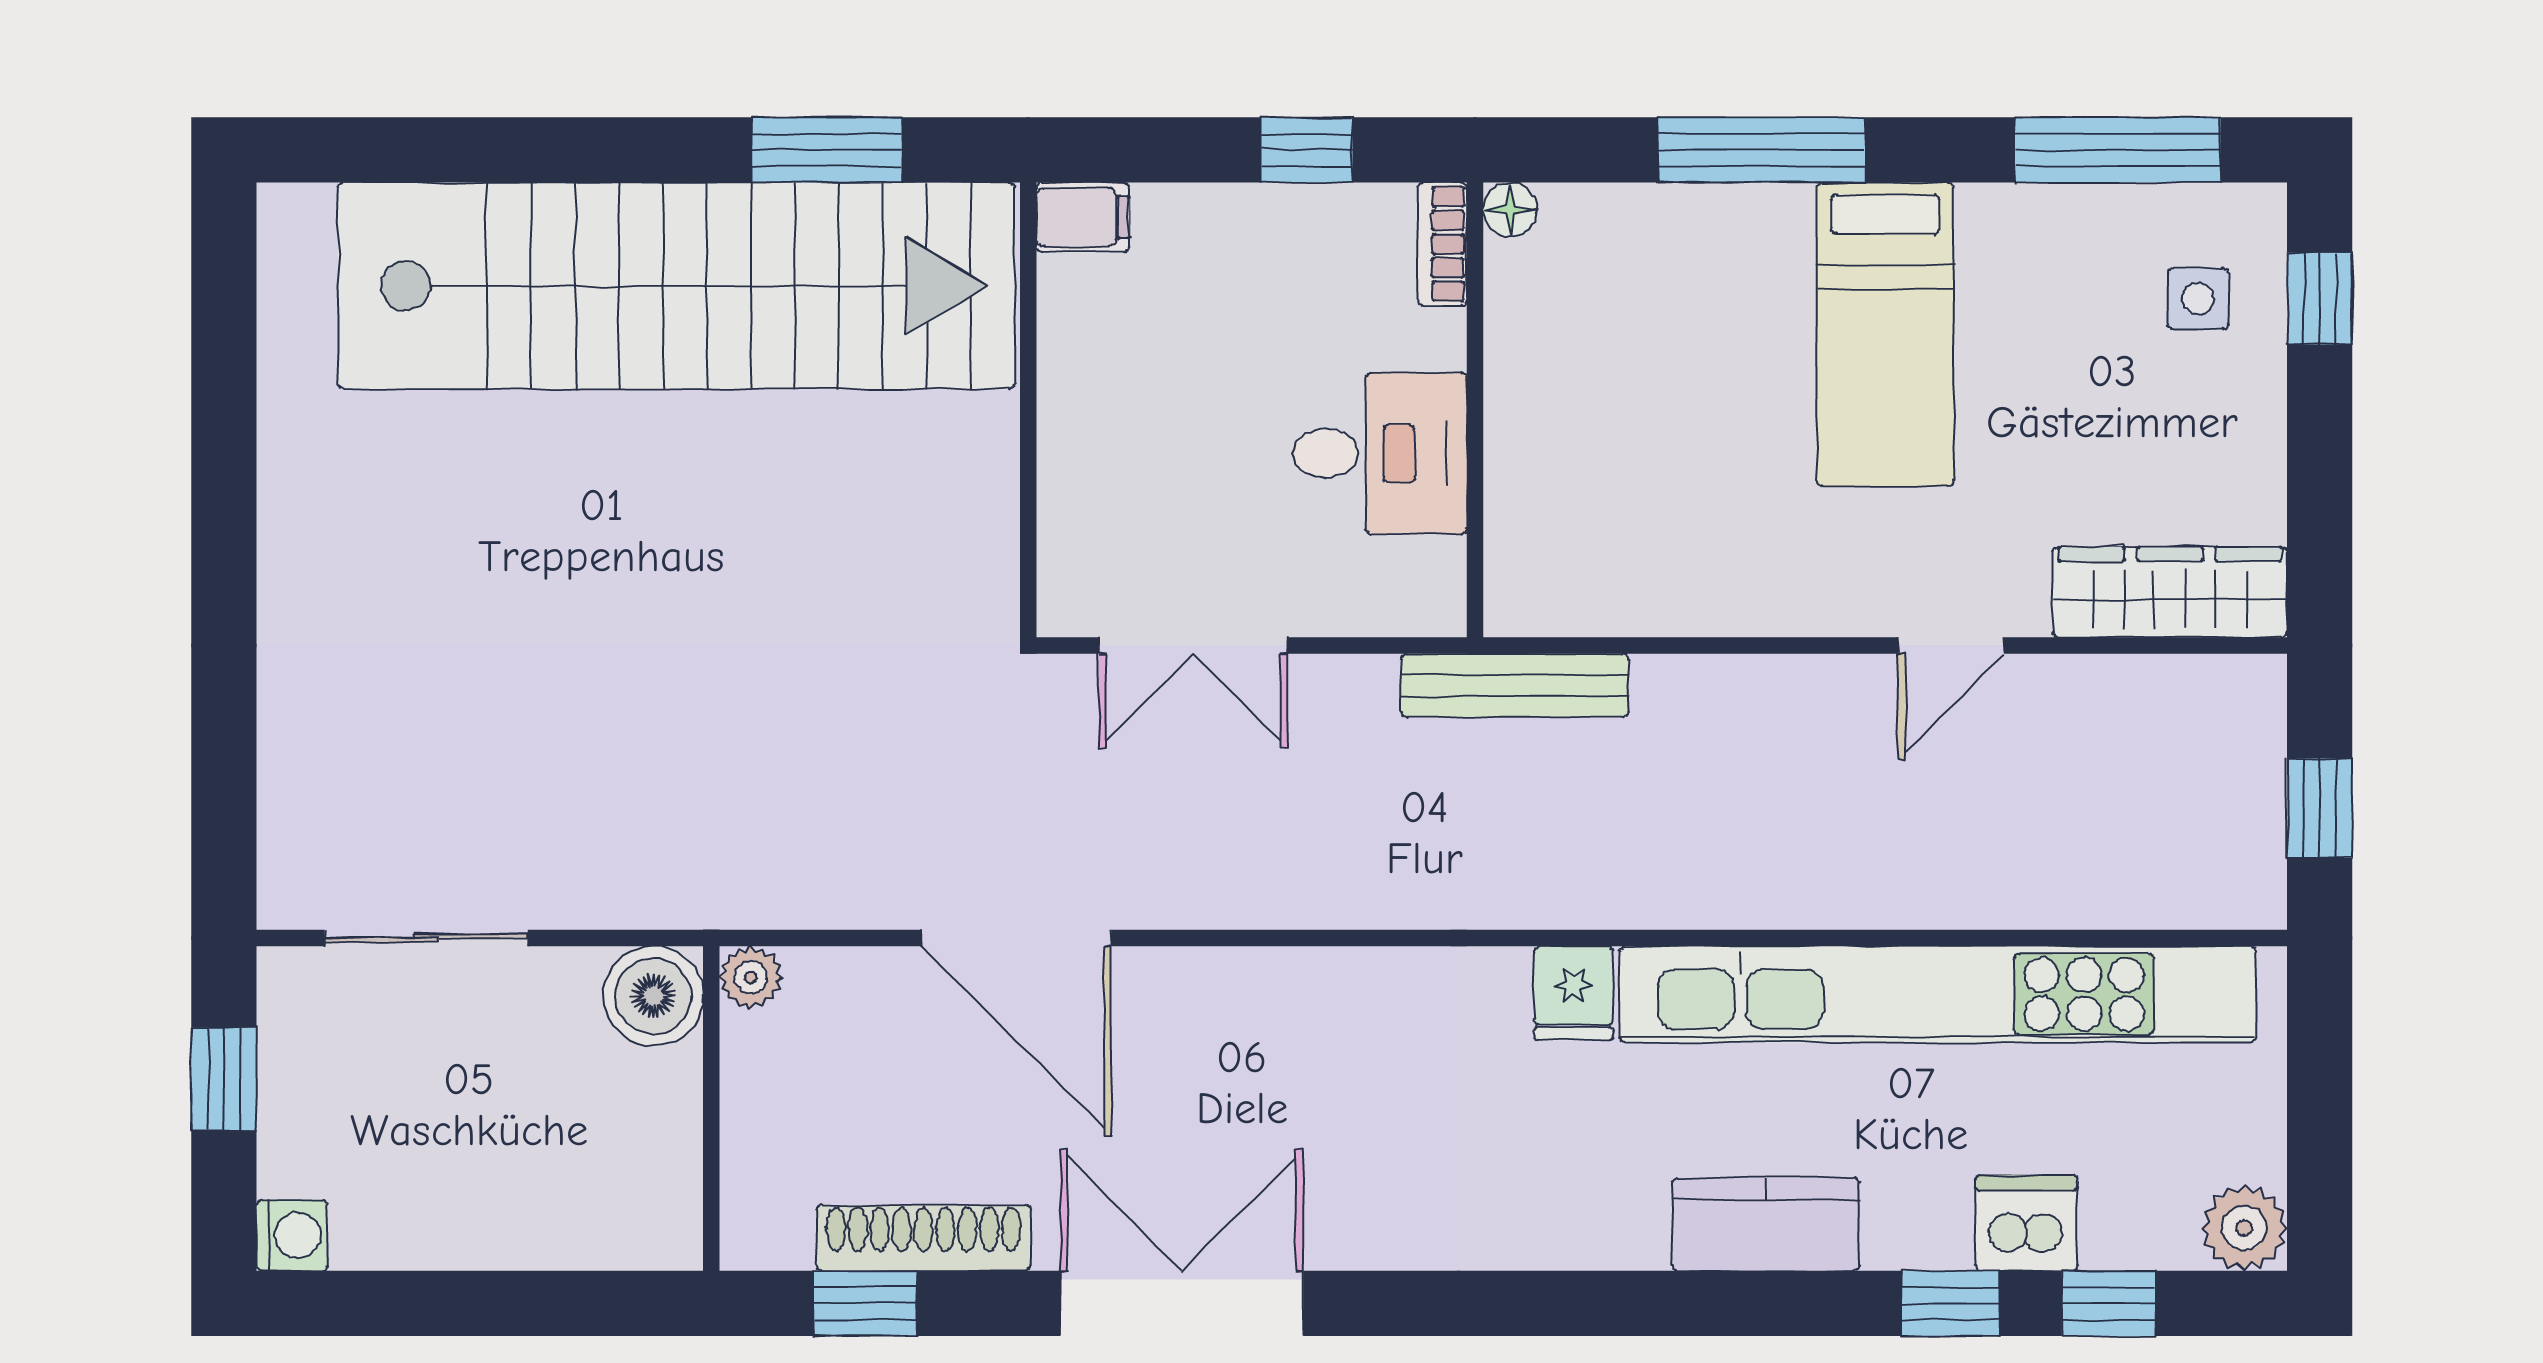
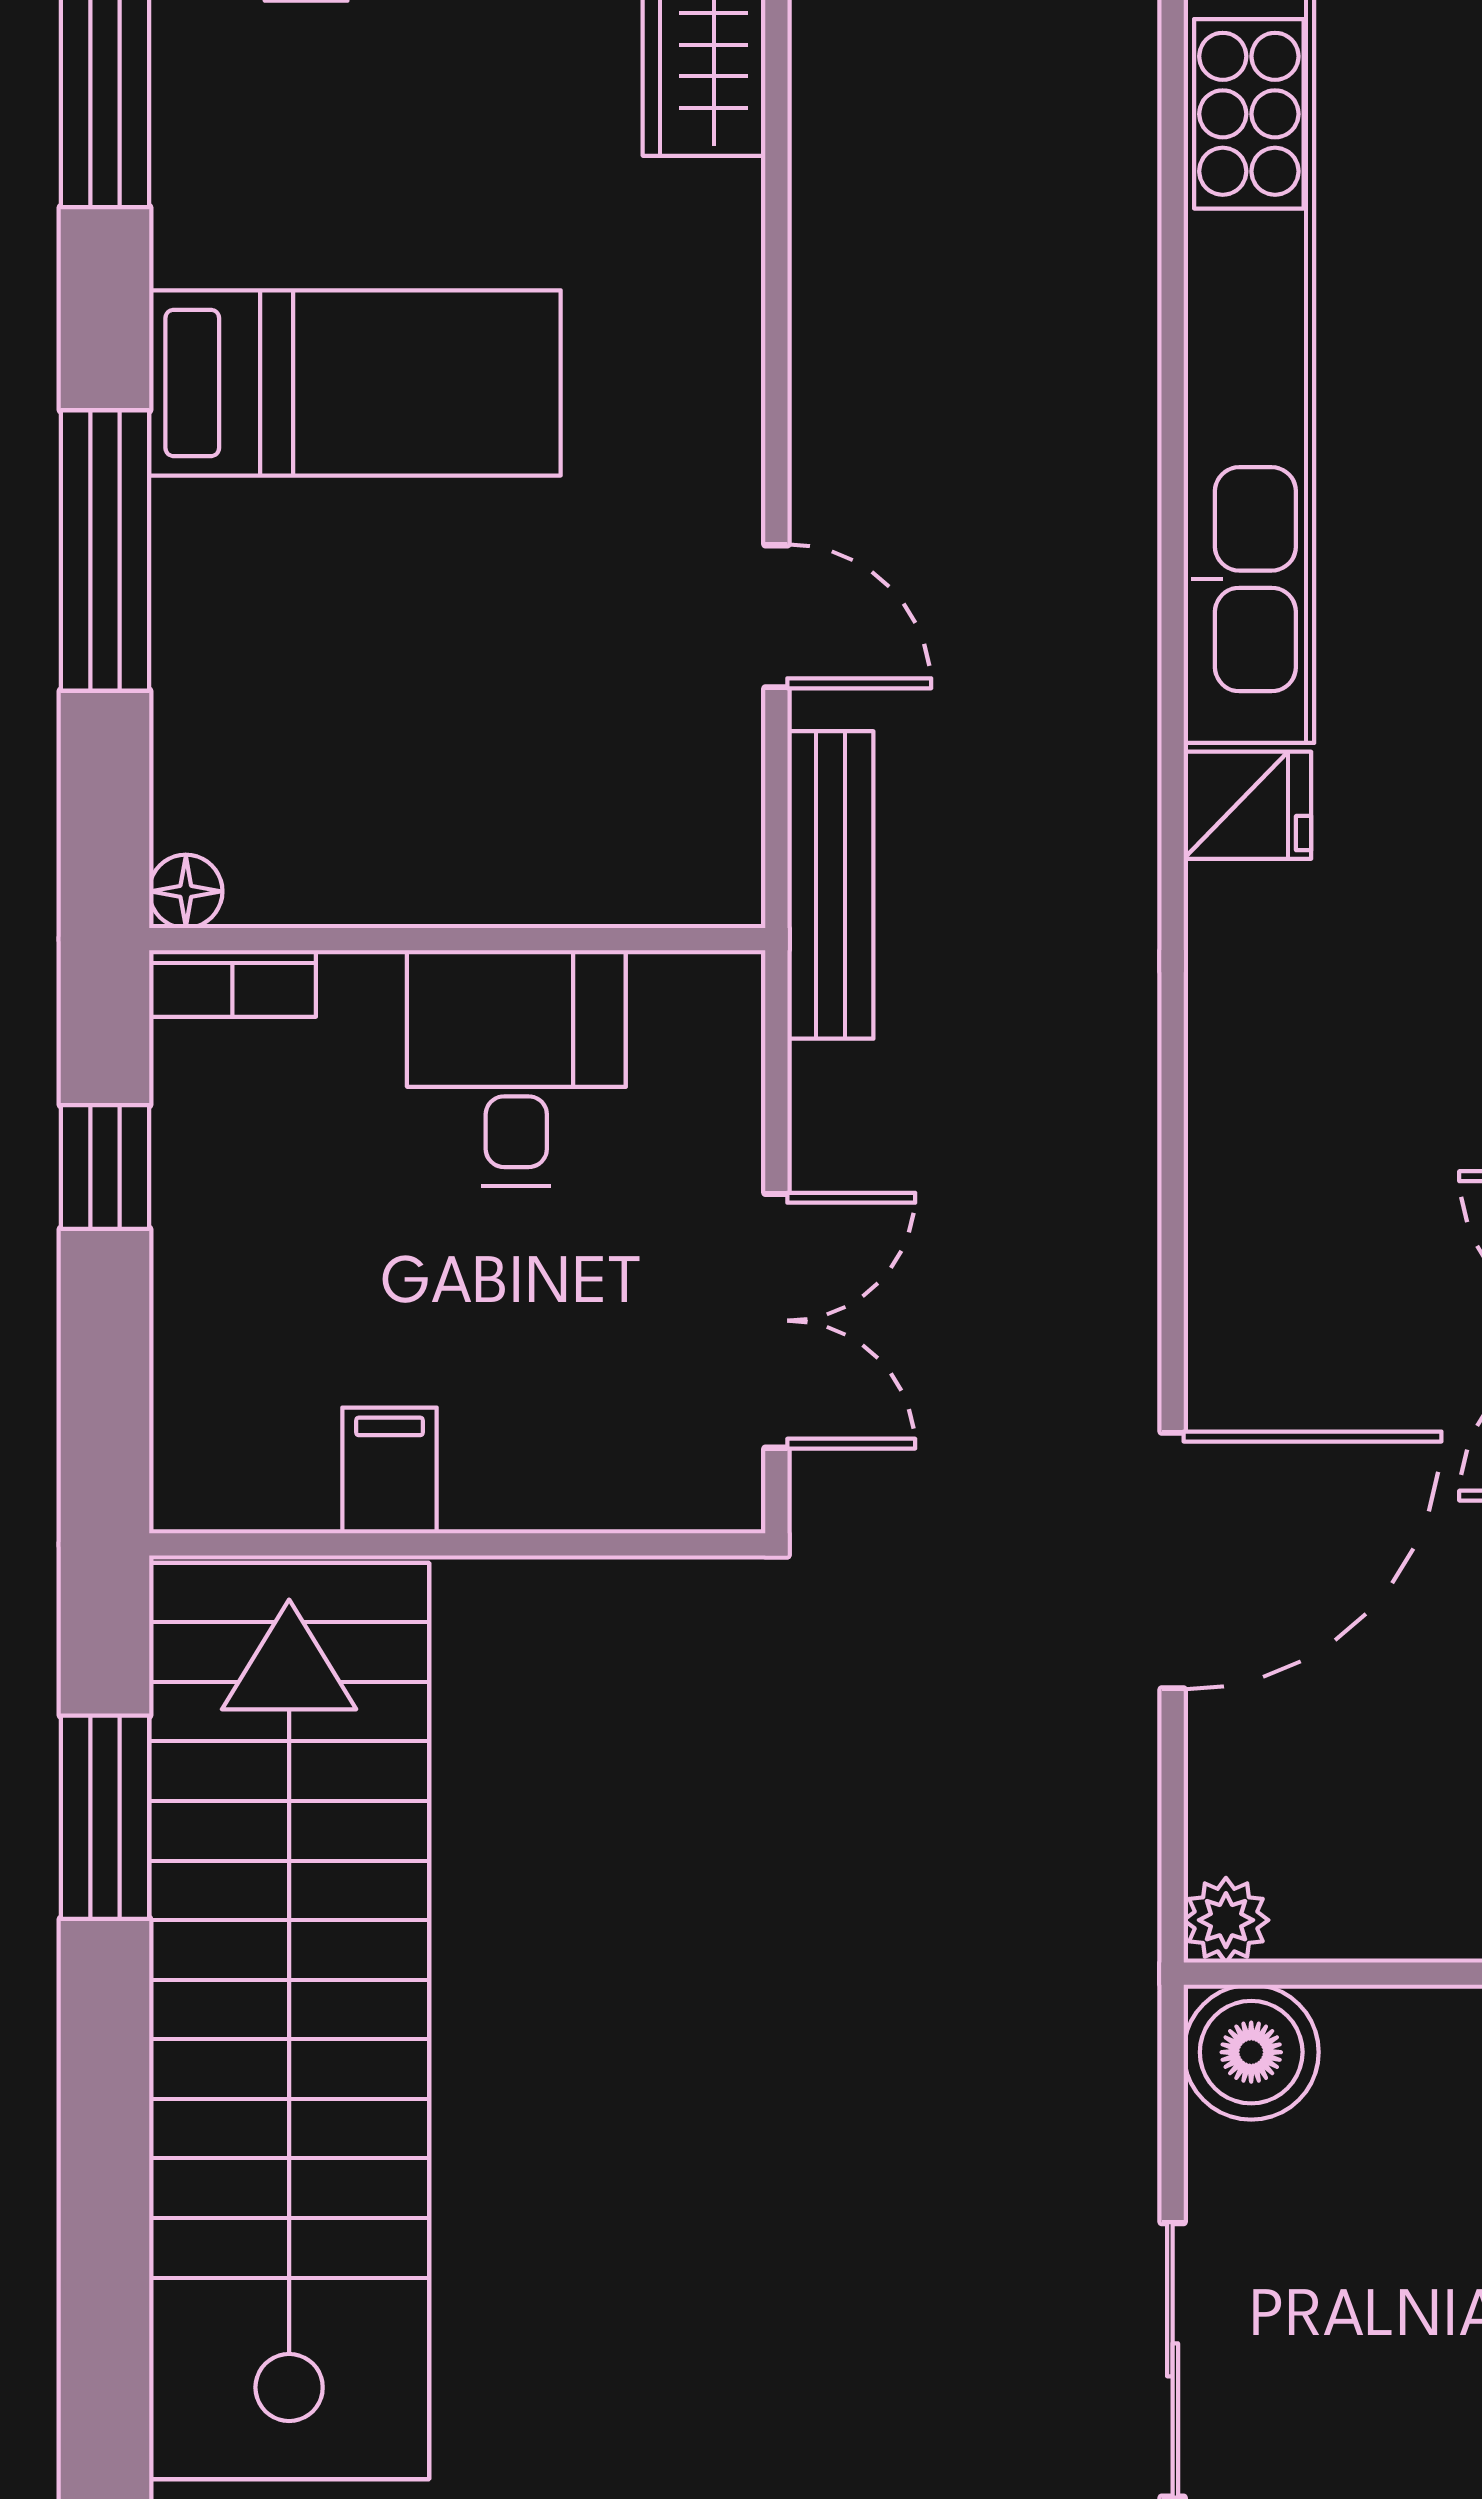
filing cabinet: (1083, 217) -> (390, 1470), moved
door: (1951, 645) -> (776, 616), moved

